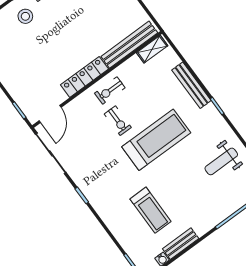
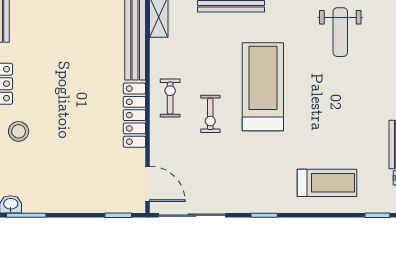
exercise bike: (110, 90) -> (170, 98), turned 180
exercise bike: (118, 121) -> (210, 114), turned 90
treadmill: (151, 210) -> (327, 183), moved

